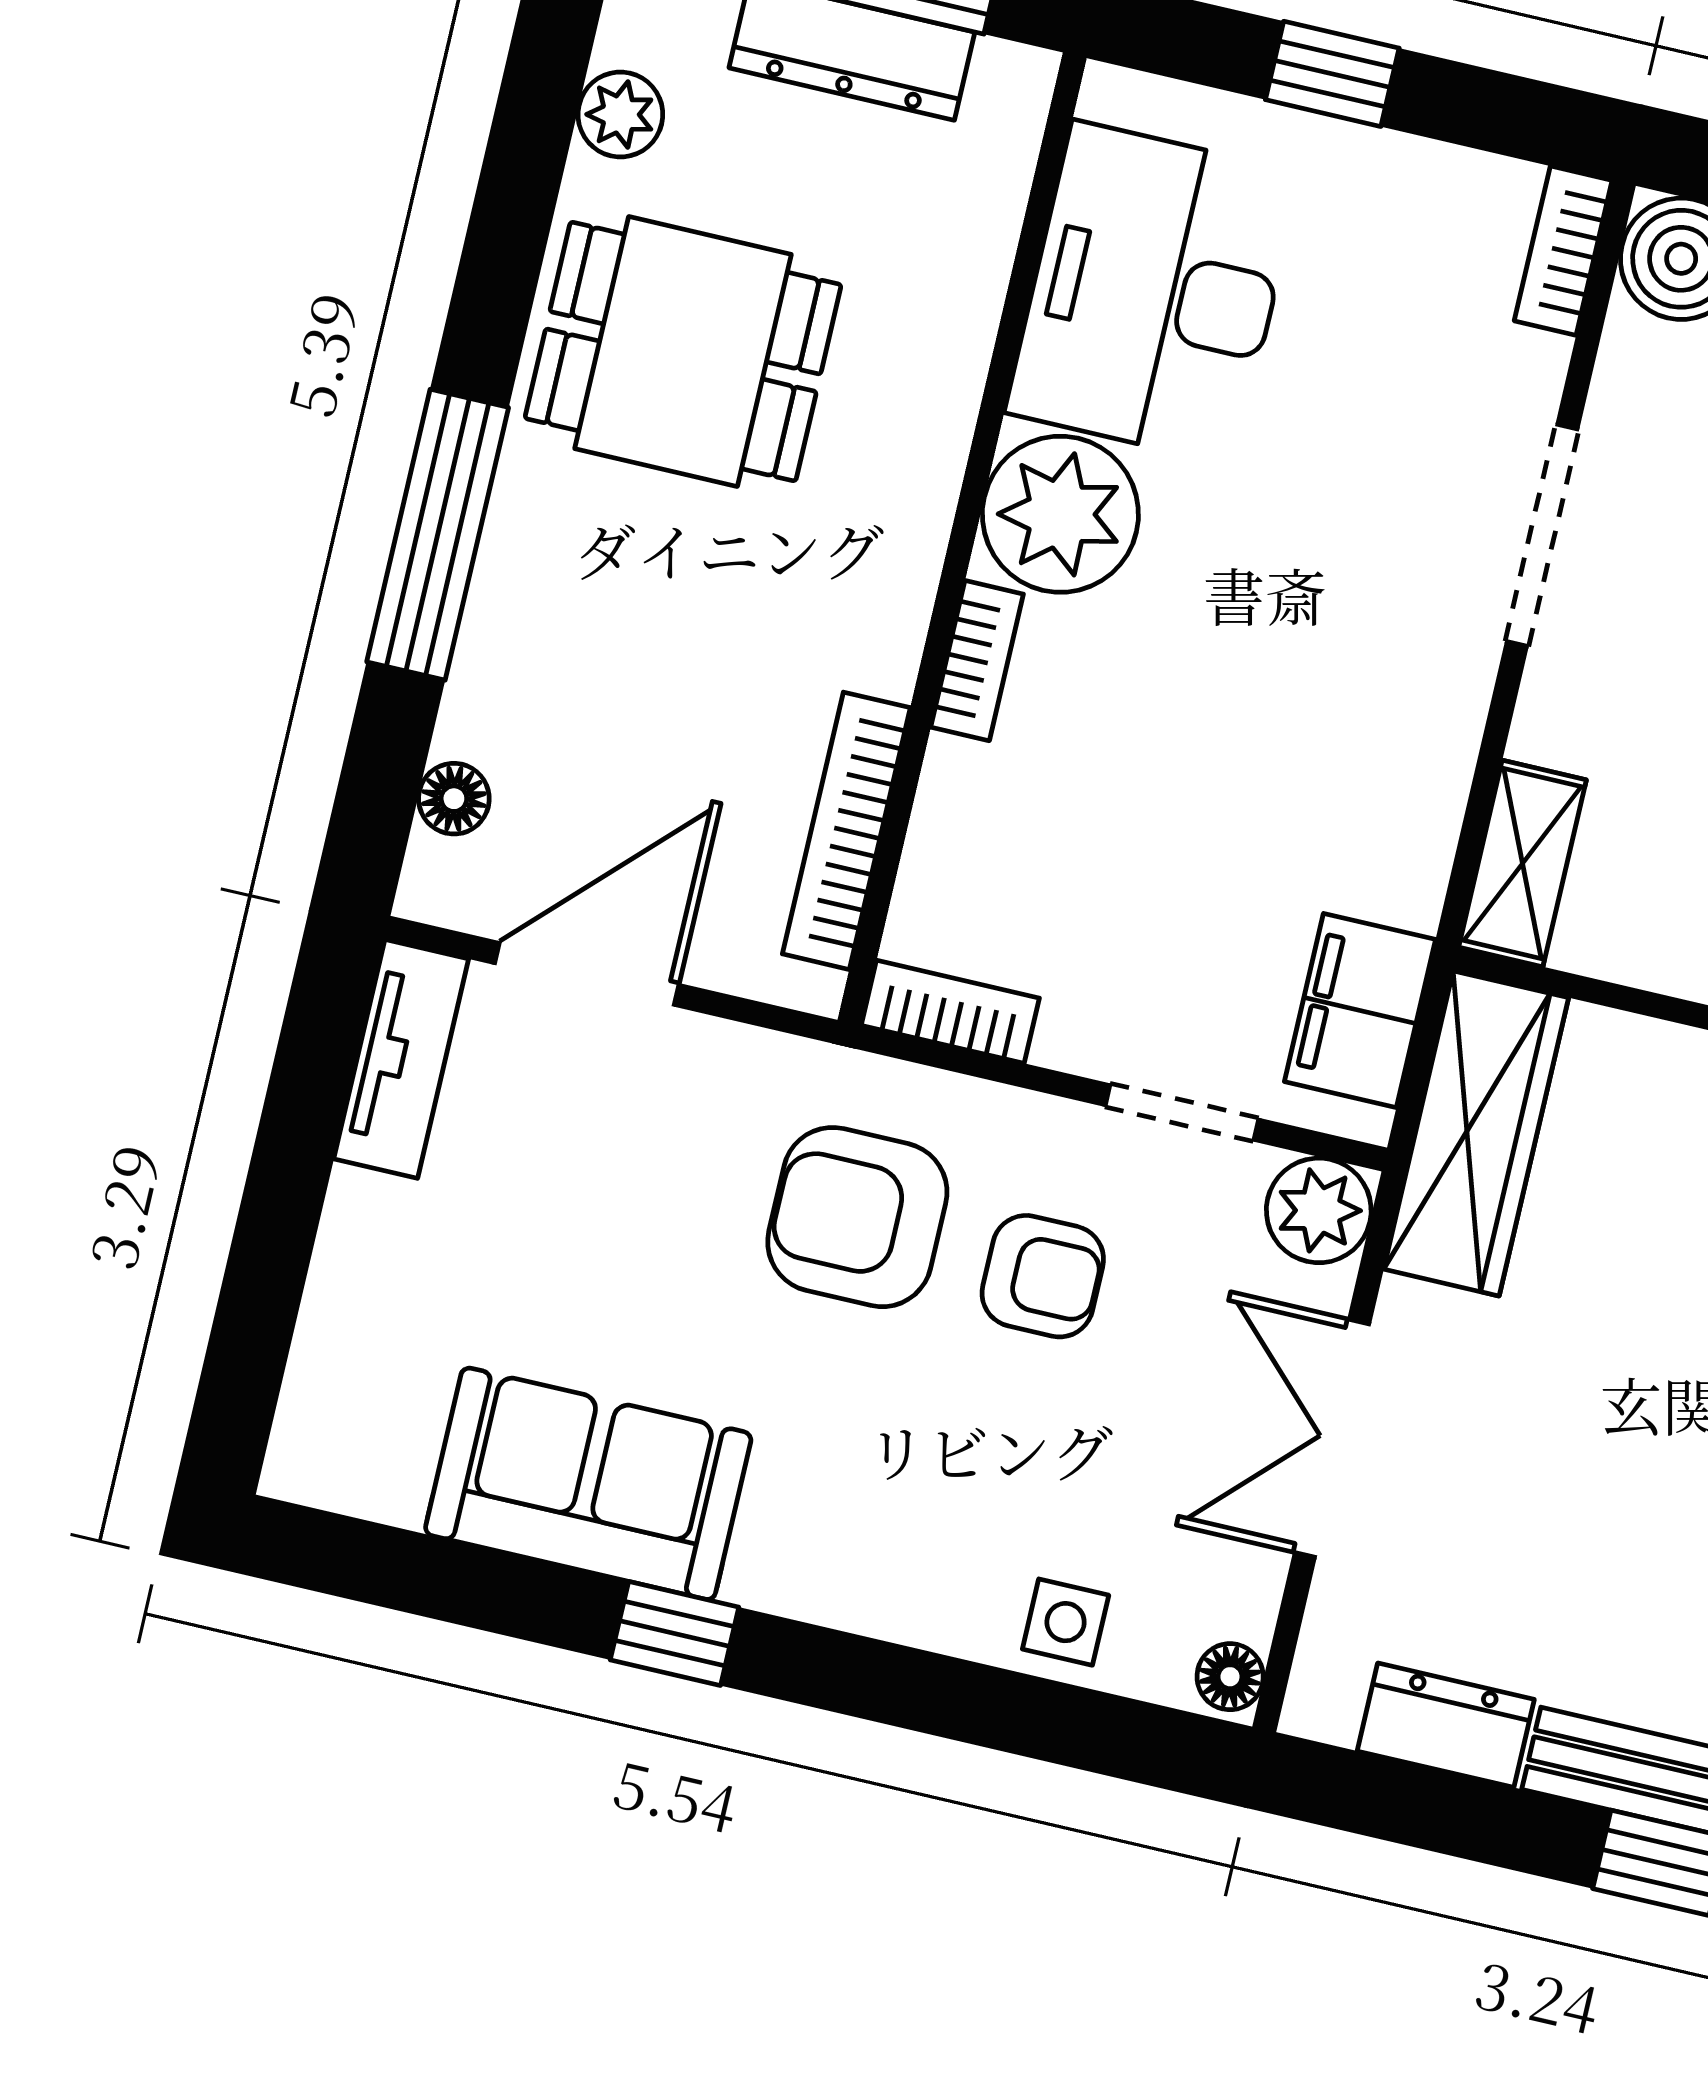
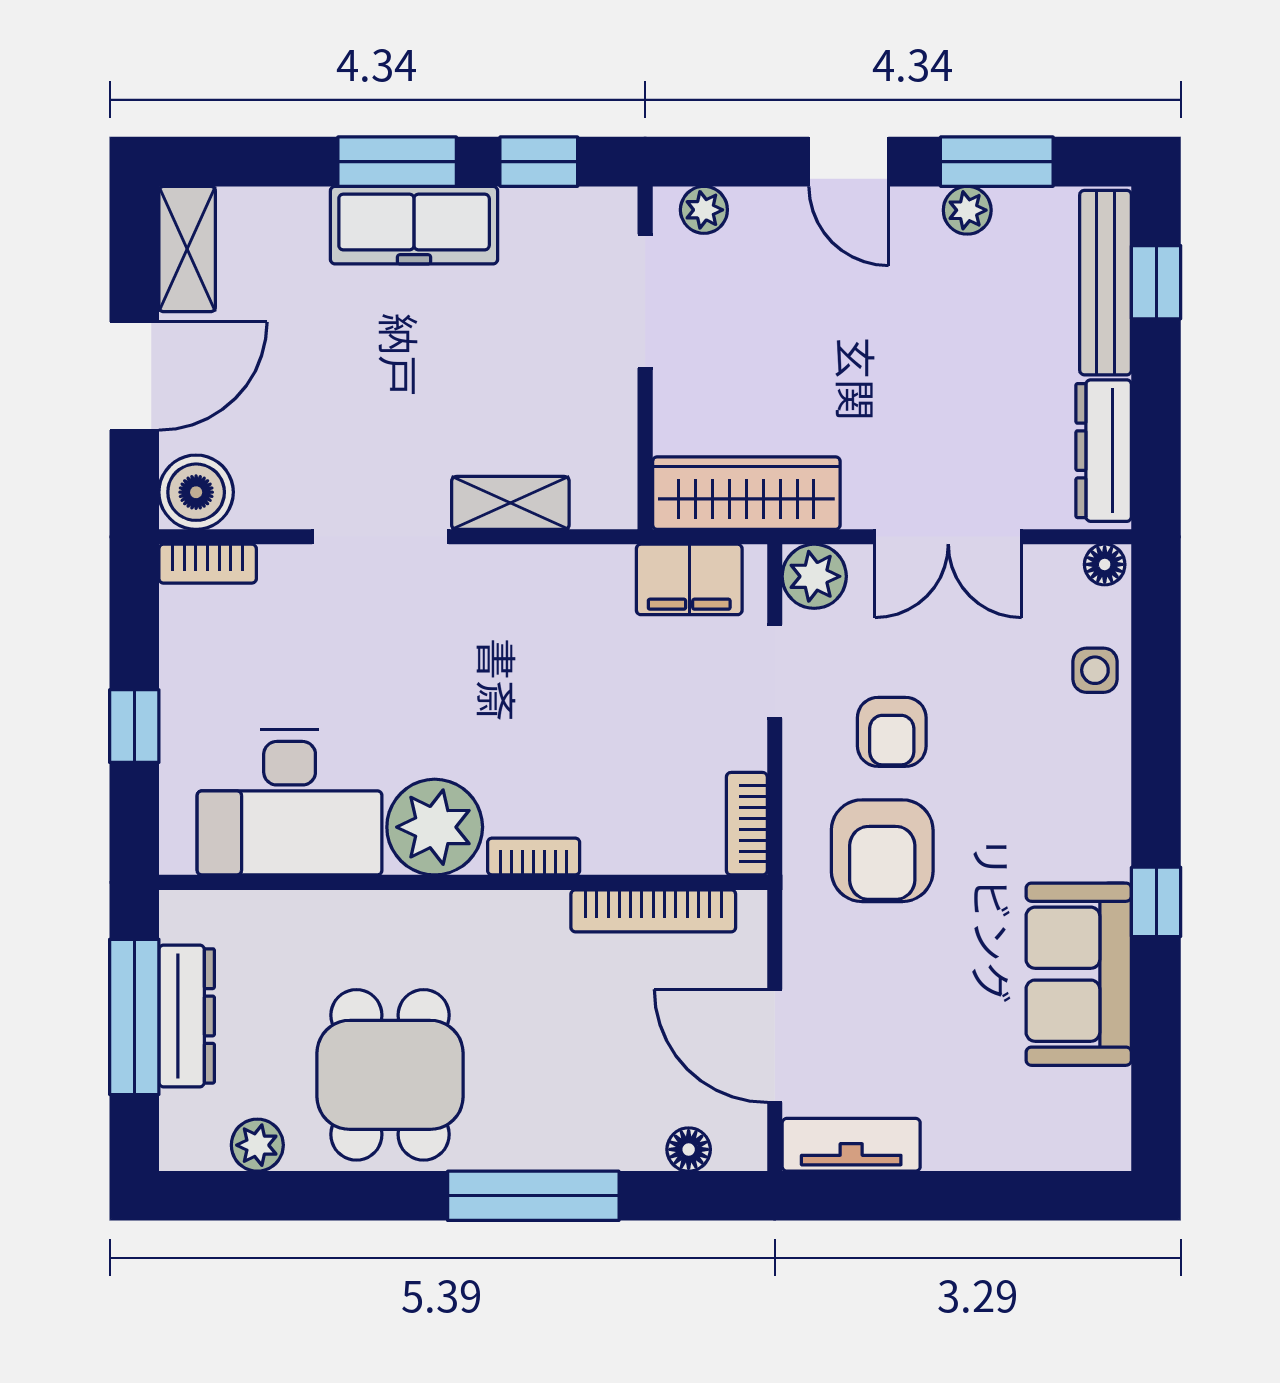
shelving: (1522, 864) -> (510, 503), moved
armchair: (1043, 1276) -> (892, 732), turned 180
dresser: (1446, 1725) -> (1104, 451), width x1.44

